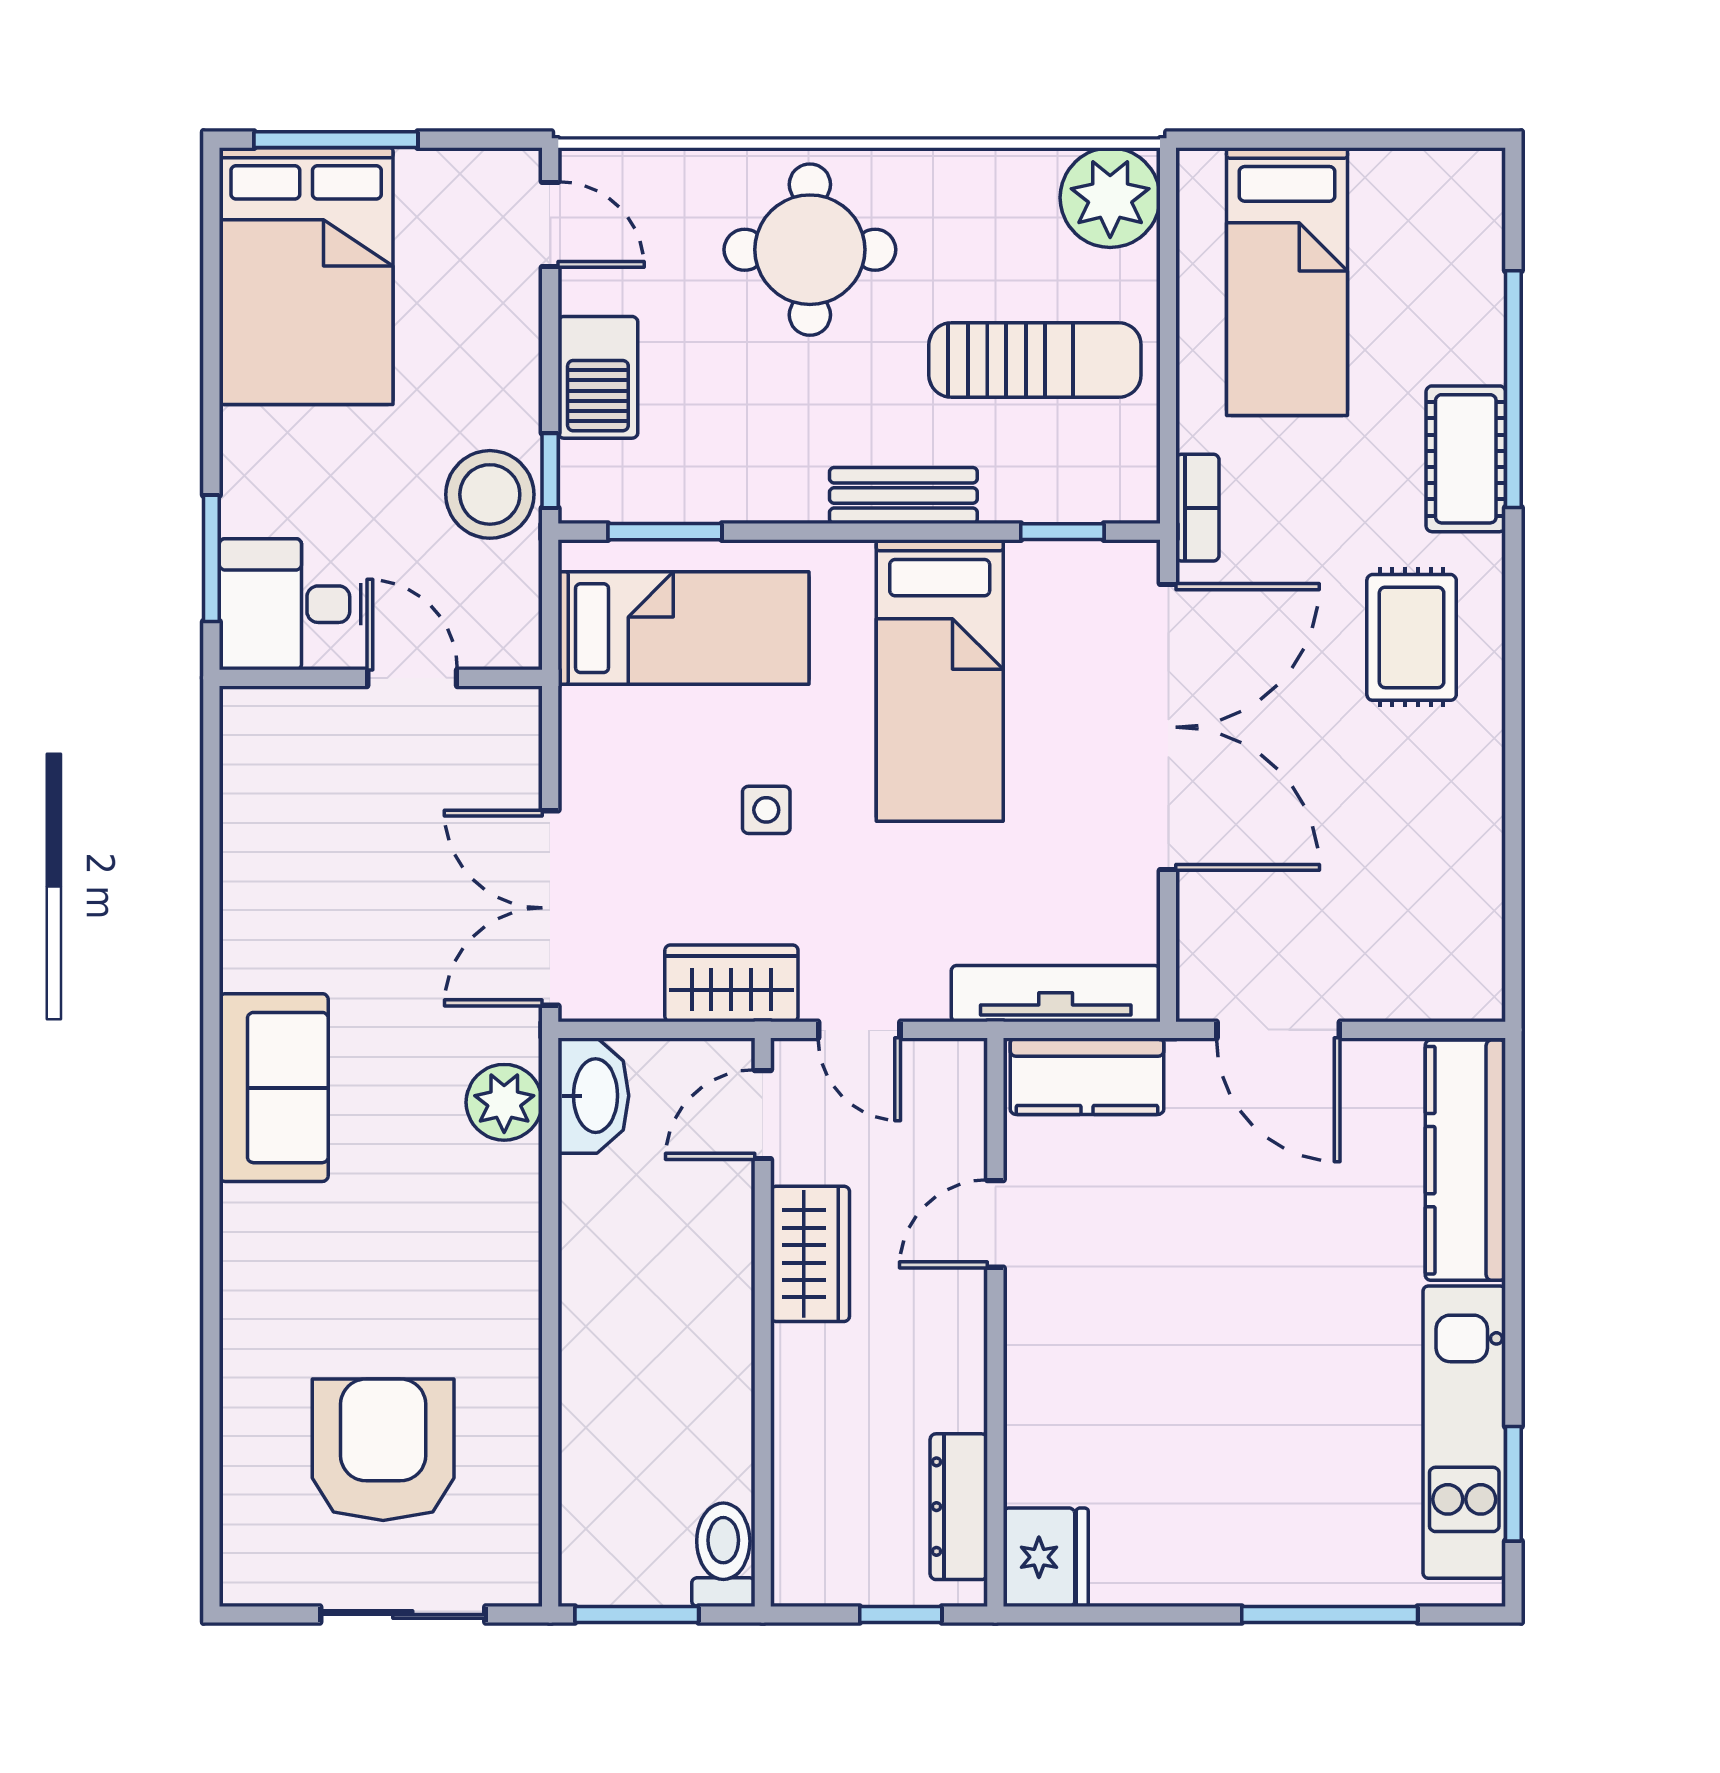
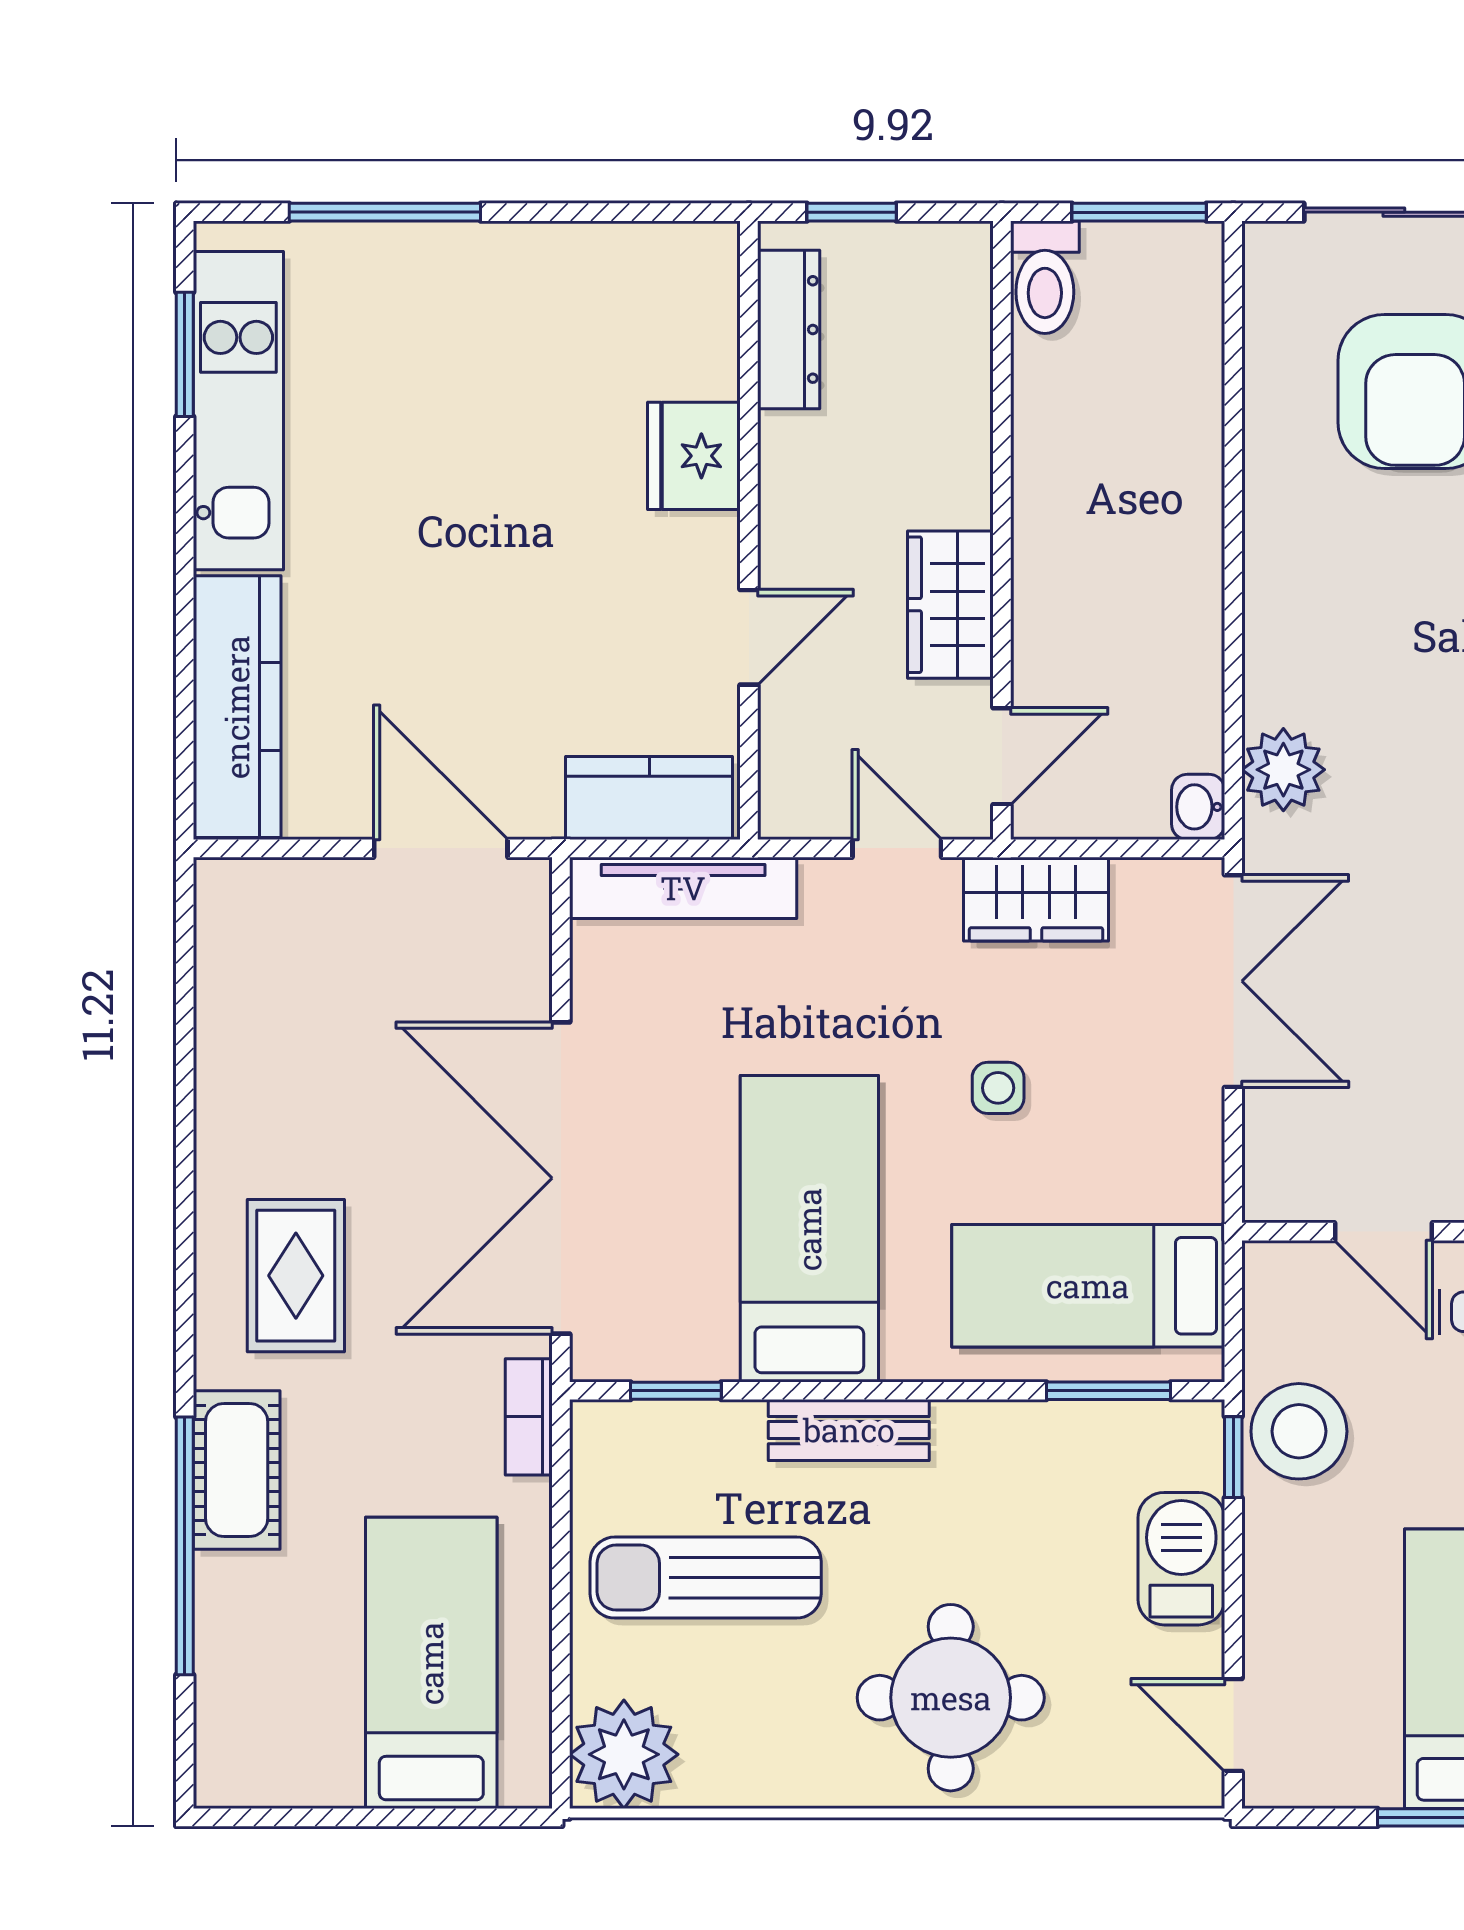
washbasin: (593, 1096) -> (1198, 807), width x0.52, depth x0.69
fridge: (1046, 1557) -> (694, 456), moved

